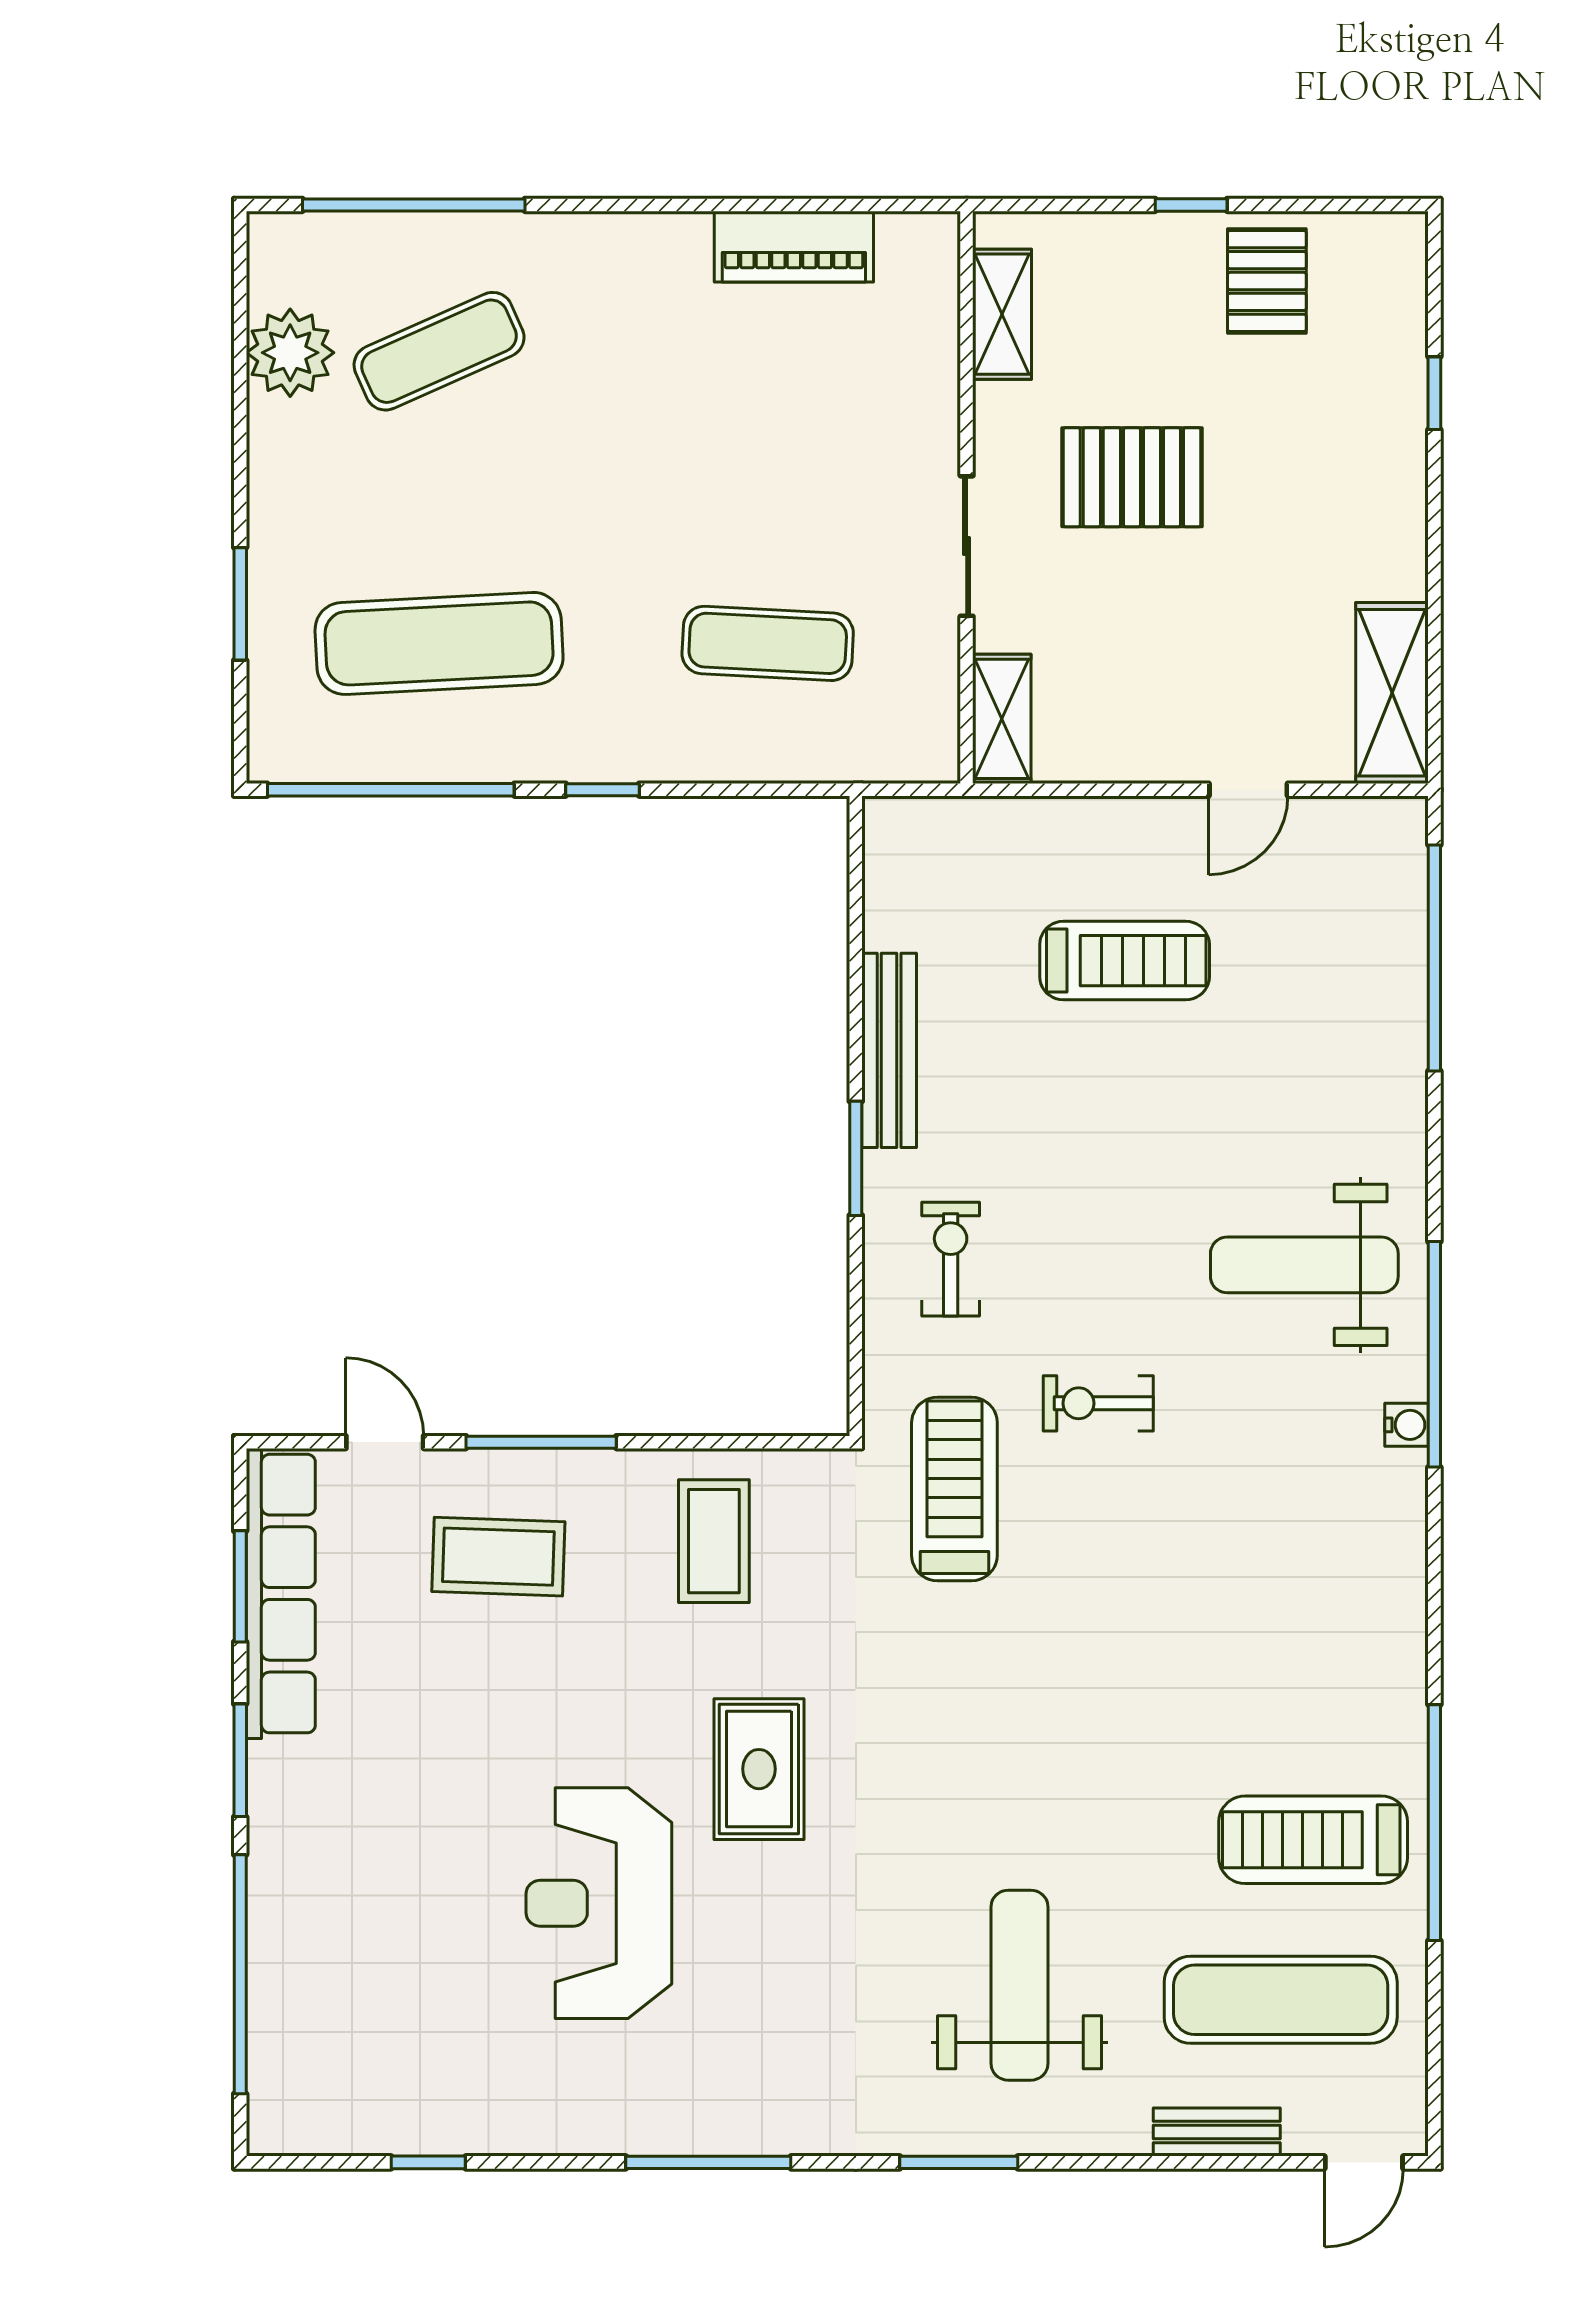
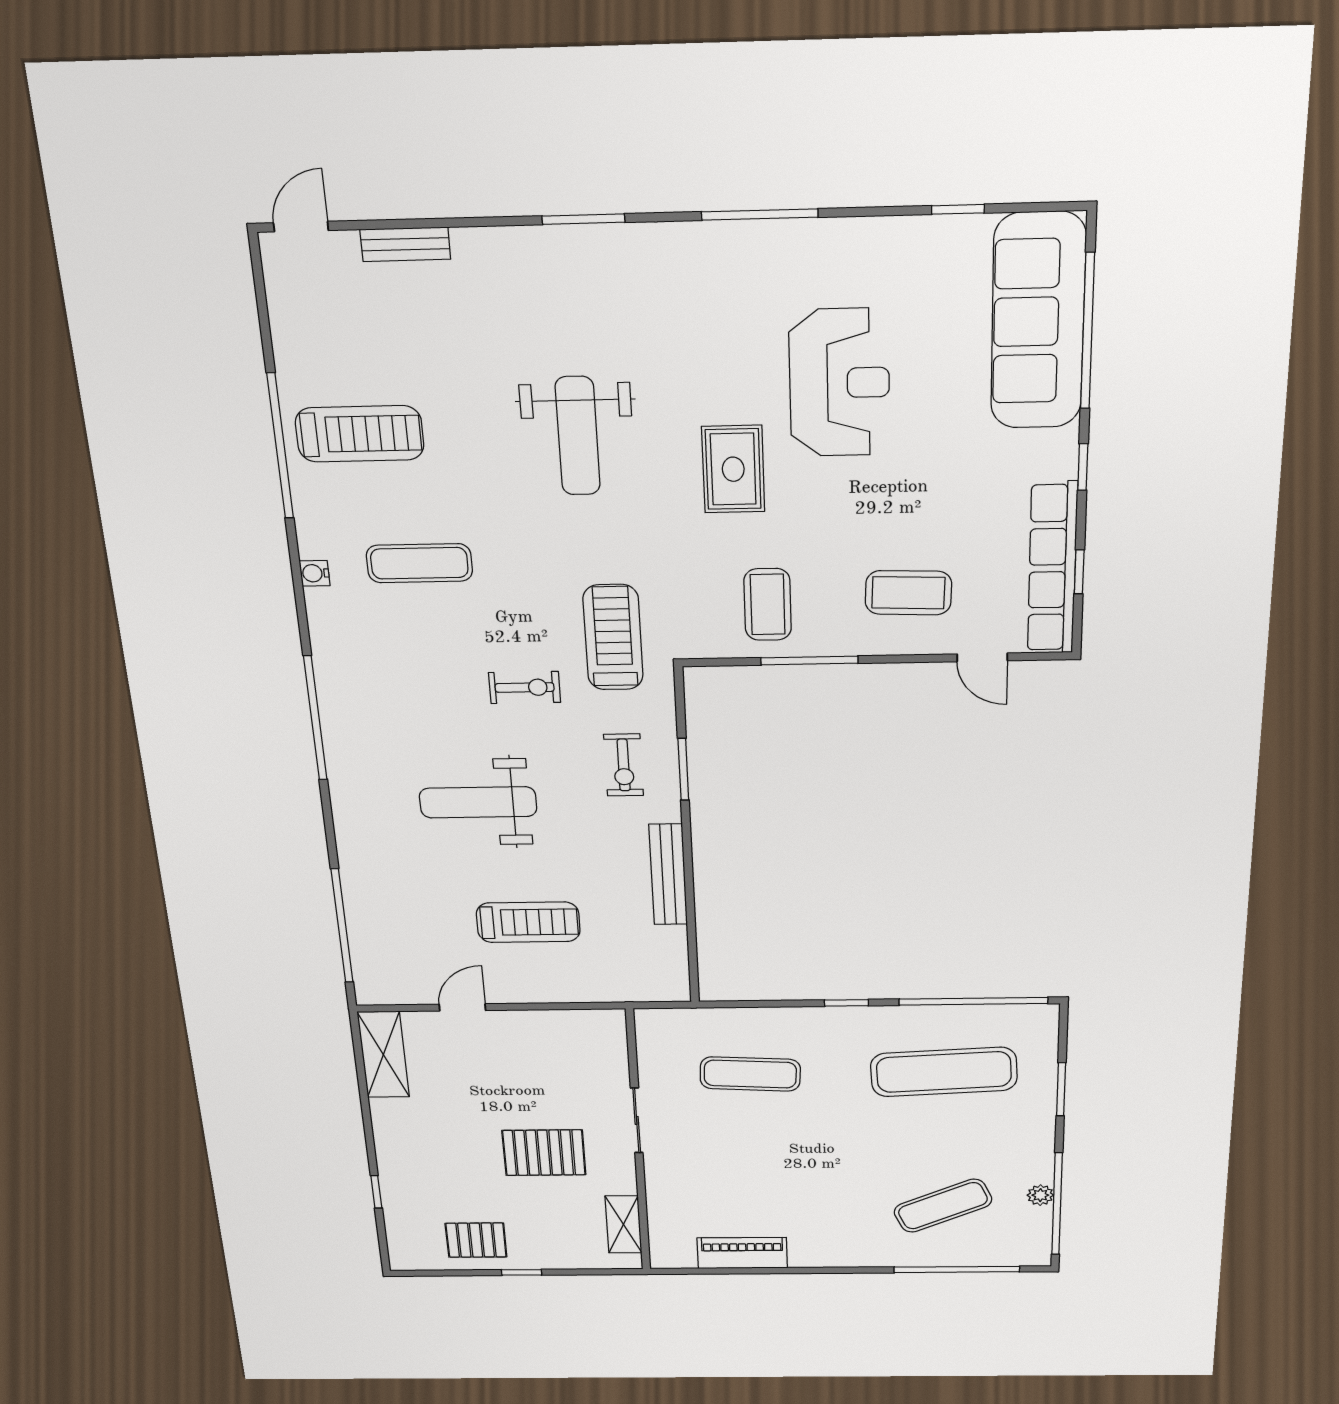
pallet: (1267, 281) -> (476, 1240), turned 90
window: (240, 353) -> (1057, 1204), added
plant: (290, 353) -> (1040, 1195), width x0.53, depth x0.53
shelving: (1002, 719) -> (611, 1040), removed
treadmill: (1125, 961) -> (528, 922), turned 180
window: (856, 1158) -> (683, 769), moved
weight bench: (1304, 1265) -> (478, 802), moved, turned 180
water cooler: (1407, 1425) -> (315, 573), moved
window: (541, 1442) -> (809, 660), moved
treadmill: (954, 1489) -> (613, 637), turned 180
window: (240, 1586) -> (1079, 572), width x0.67
window: (240, 1760) -> (1083, 467), width x0.67
weight bench: (1020, 1985) -> (578, 436), moved
sofa: (312, 1991) -> (1038, 321), added
exercise mat: (1281, 2000) -> (419, 563), moved, width x0.73, depth x0.69

